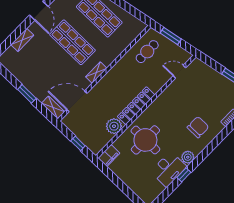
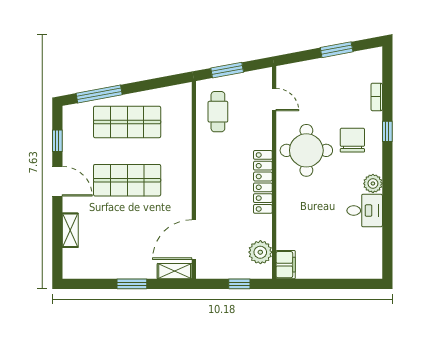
door: (179, 72) -> (274, 100), swing flipped
shelving: (96, 73) -> (185, 188), removed
plant: (114, 126) -> (260, 252), moved
round table: (145, 140) -> (306, 150), moved
desk: (169, 169) -> (365, 211), width x0.73
window: (184, 175) -> (387, 131), moved

